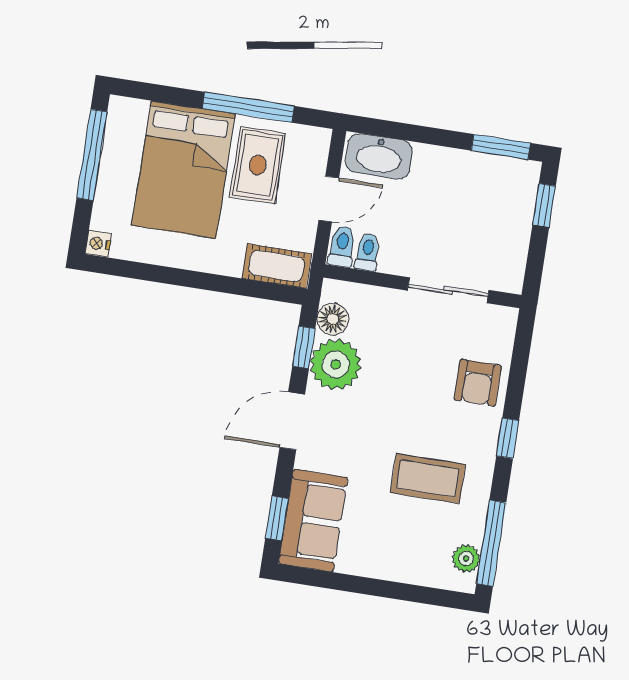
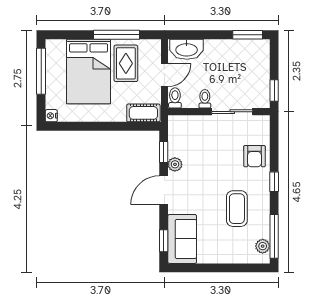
window: (544, 205) -> (274, 90), moved
toilet: (368, 252) -> (205, 99), moved
floor lamp: (333, 319) -> (176, 135), removed
plant: (336, 364) -> (175, 164), width x0.53, depth x0.53
coffee table: (428, 478) -> (237, 209), turned 90

